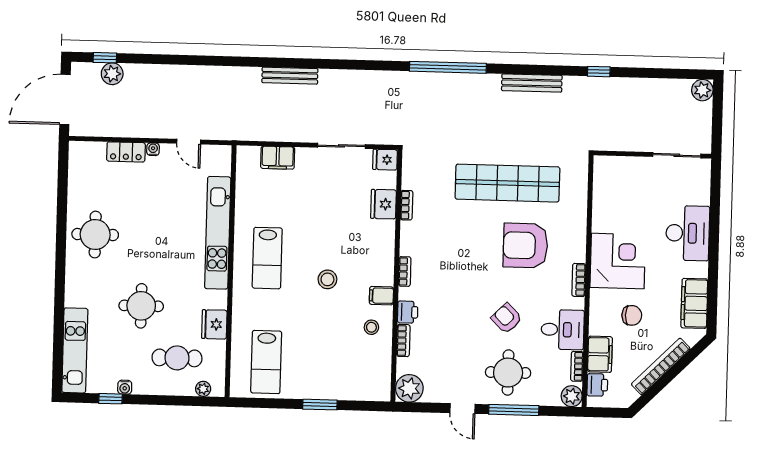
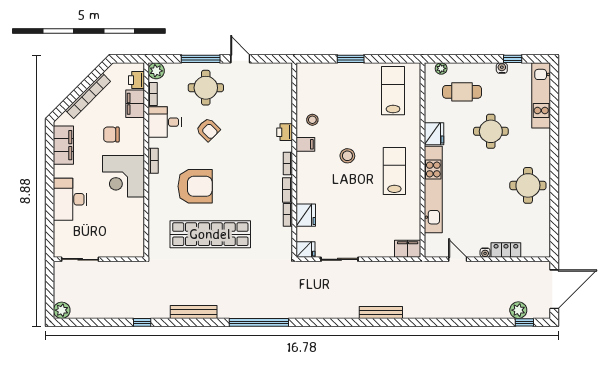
filing cabinet: (278, 158) -> (408, 249), moved
fridge: (214, 324) -> (434, 134), moved
bookcase: (403, 341) -> (287, 190), moved
plant: (409, 388) -> (282, 73), removed

